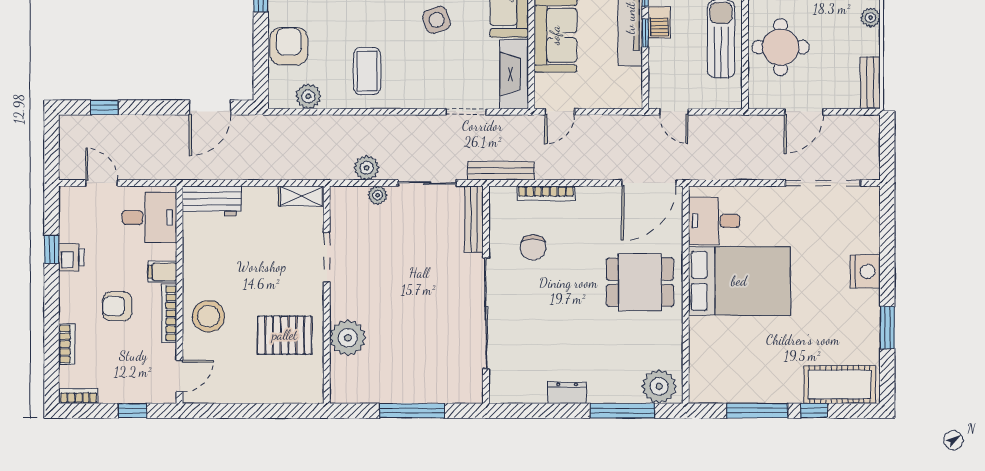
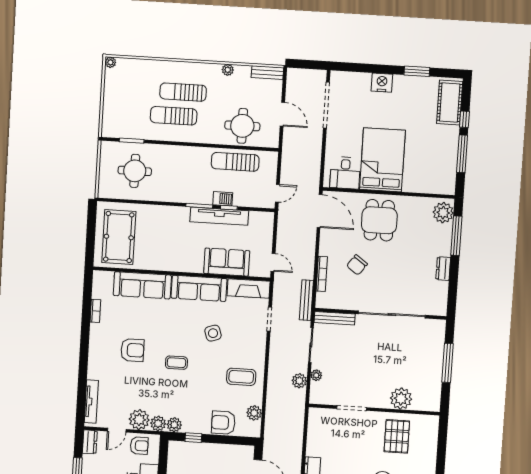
shelving: (301, 196) -> (314, 421), removed
chair: (533, 248) -> (357, 265), moved, turned 126

